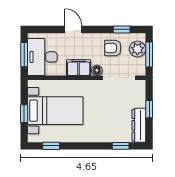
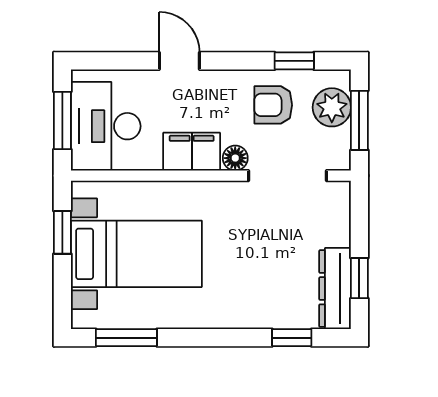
window: (149, 109) -> (359, 278), moved
window: (24, 114) -> (62, 232), moved
window: (51, 146) -> (126, 338), width x1.50

